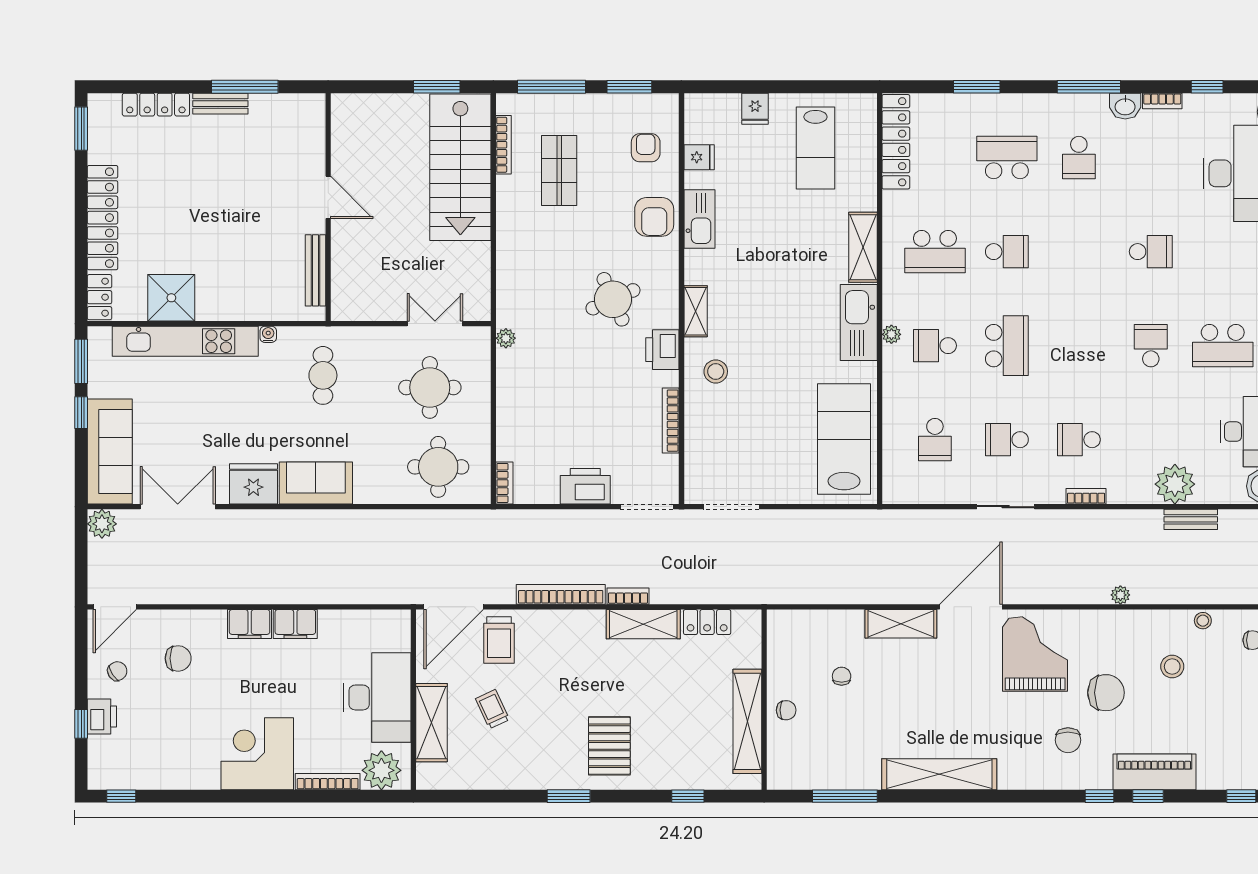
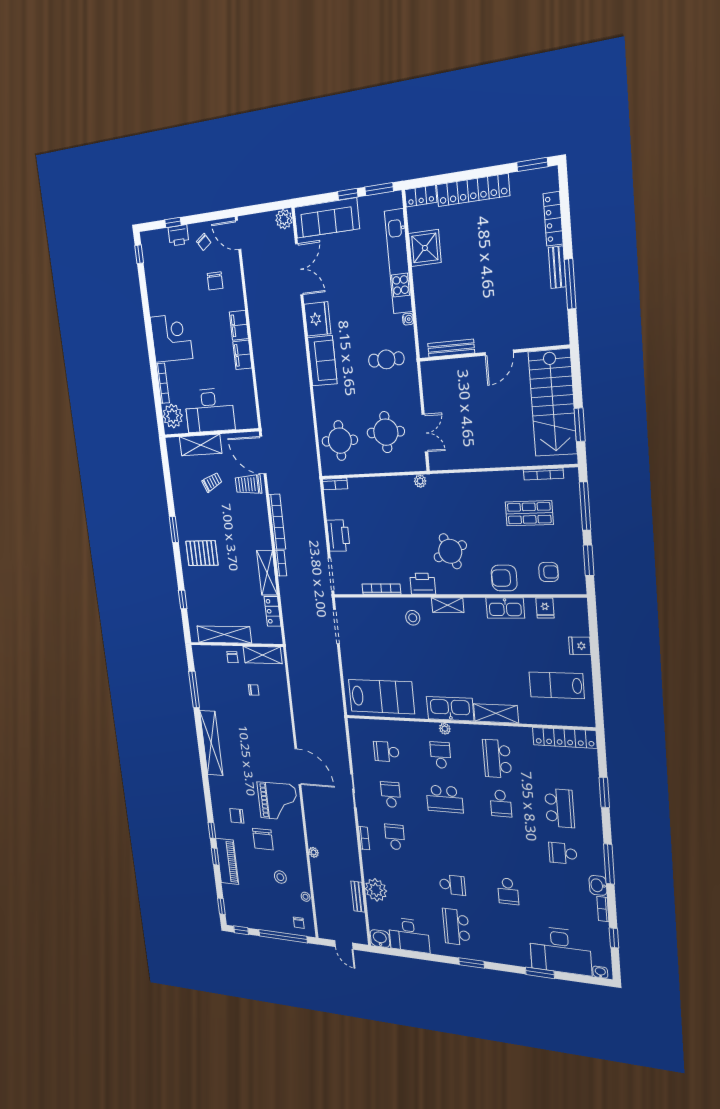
stairs: (460, 167) -> (553, 403), moved, turned -90
shelving: (901, 624) -> (262, 655), moved, turned 90

